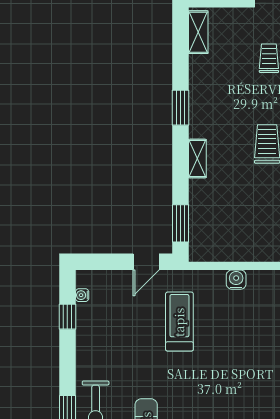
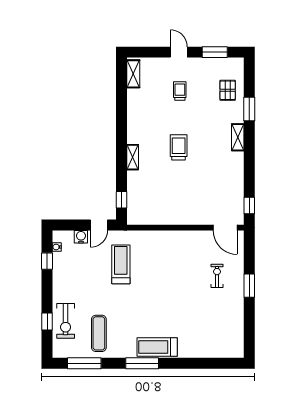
window: (181, 108) -> (122, 123), removed
window: (181, 223) -> (122, 200), width x0.67
water cooler: (236, 280) -> (81, 237), moved

